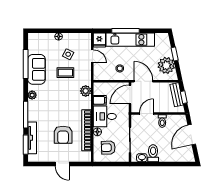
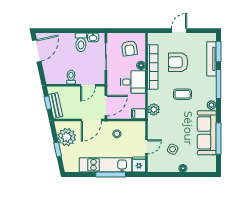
door: (92, 56) -> (147, 147), swing flipped
sofa: (36, 69) -> (207, 133), width x1.36
coffee table: (65, 73) -> (183, 94), moved
door: (143, 81) -> (91, 120), hinge flipped
filing cabinet: (100, 100) -> (138, 114), moved
armchair: (63, 135) -> (178, 62), turned -90
door: (192, 135) -> (37, 51), moved
armchair: (108, 148) -> (129, 48), turned 84
door: (62, 164) -> (179, 31), hinge flipped

